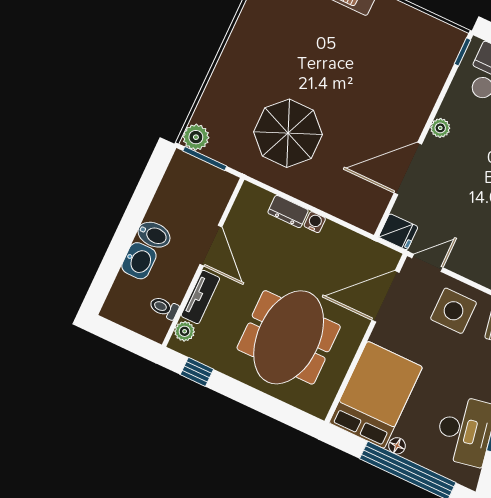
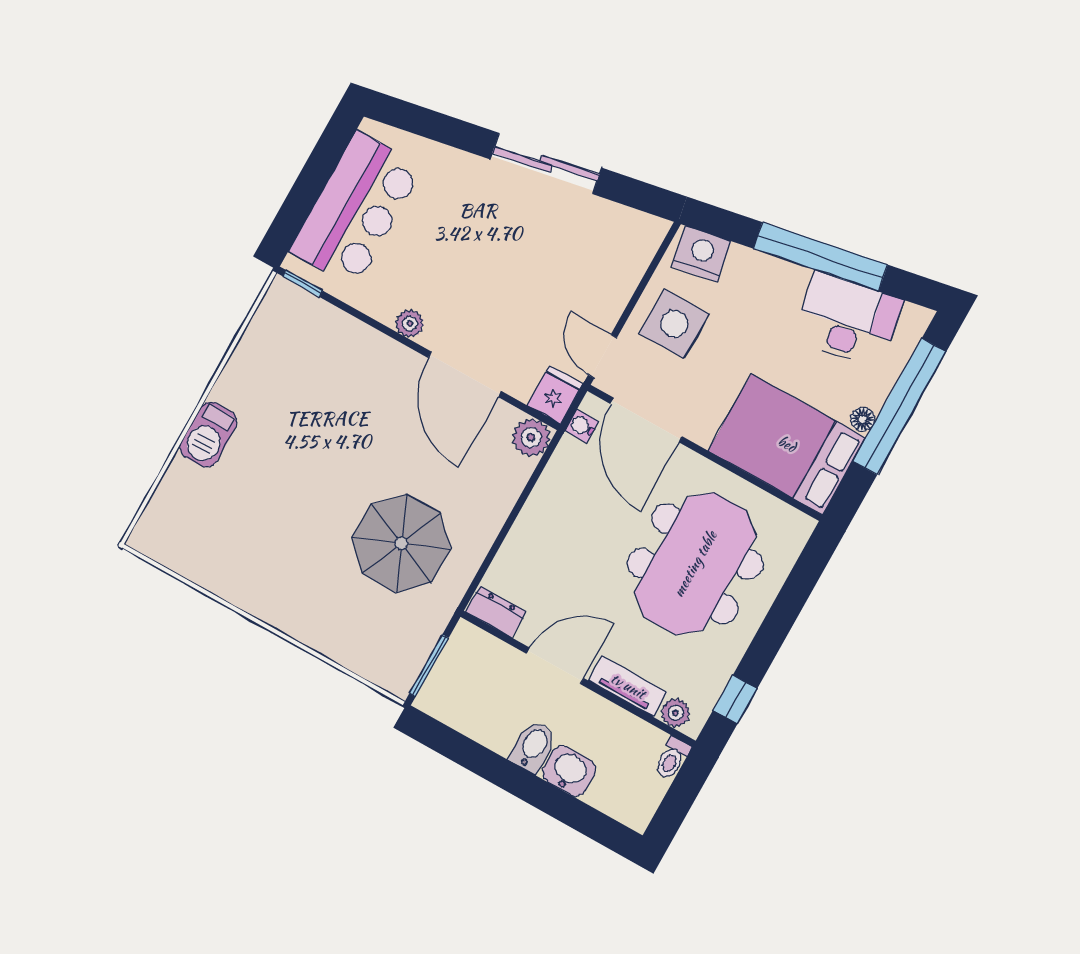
plant: (196, 137) -> (531, 437), moved
dresser: (288, 212) -> (496, 612), moved, turned -90
water cooler: (315, 222) -> (582, 426), moved
toilet: (164, 308) -> (672, 758), moved
meeting table: (289, 337) -> (695, 564), turned 90

